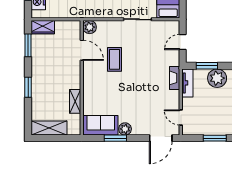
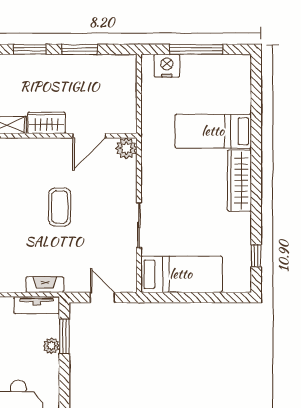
wardrobe: (43, 27) -> (47, 123), moved, turned 90
window: (28, 45) -> (80, 49), moved
coffee table: (115, 59) -> (60, 207), moved, turned 90
plant: (217, 78) -> (51, 346), width x0.53, depth x0.53

